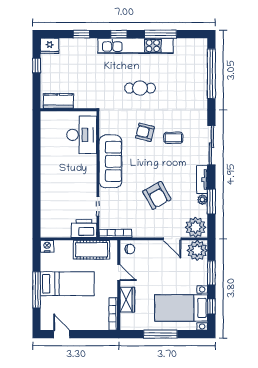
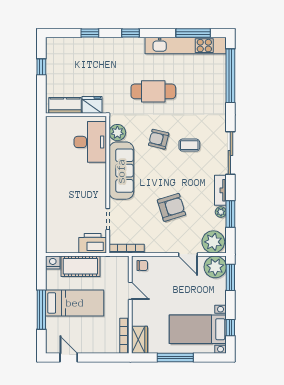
window: (160, 34) -> (193, 33), moved
fridge: (50, 46) -> (92, 105), moved, turned 180
kitchen unit: (136, 46) -> (186, 46), moved
cafe table: (140, 88) -> (153, 91), width x1.37, depth x1.35
plant: (107, 126) -> (117, 133), added
armchair: (157, 195) -> (171, 207), turned -78
cot: (91, 250) -> (80, 266), moved
window: (211, 273) -> (230, 277), moved
wardrobe: (127, 300) -> (140, 340), moved

